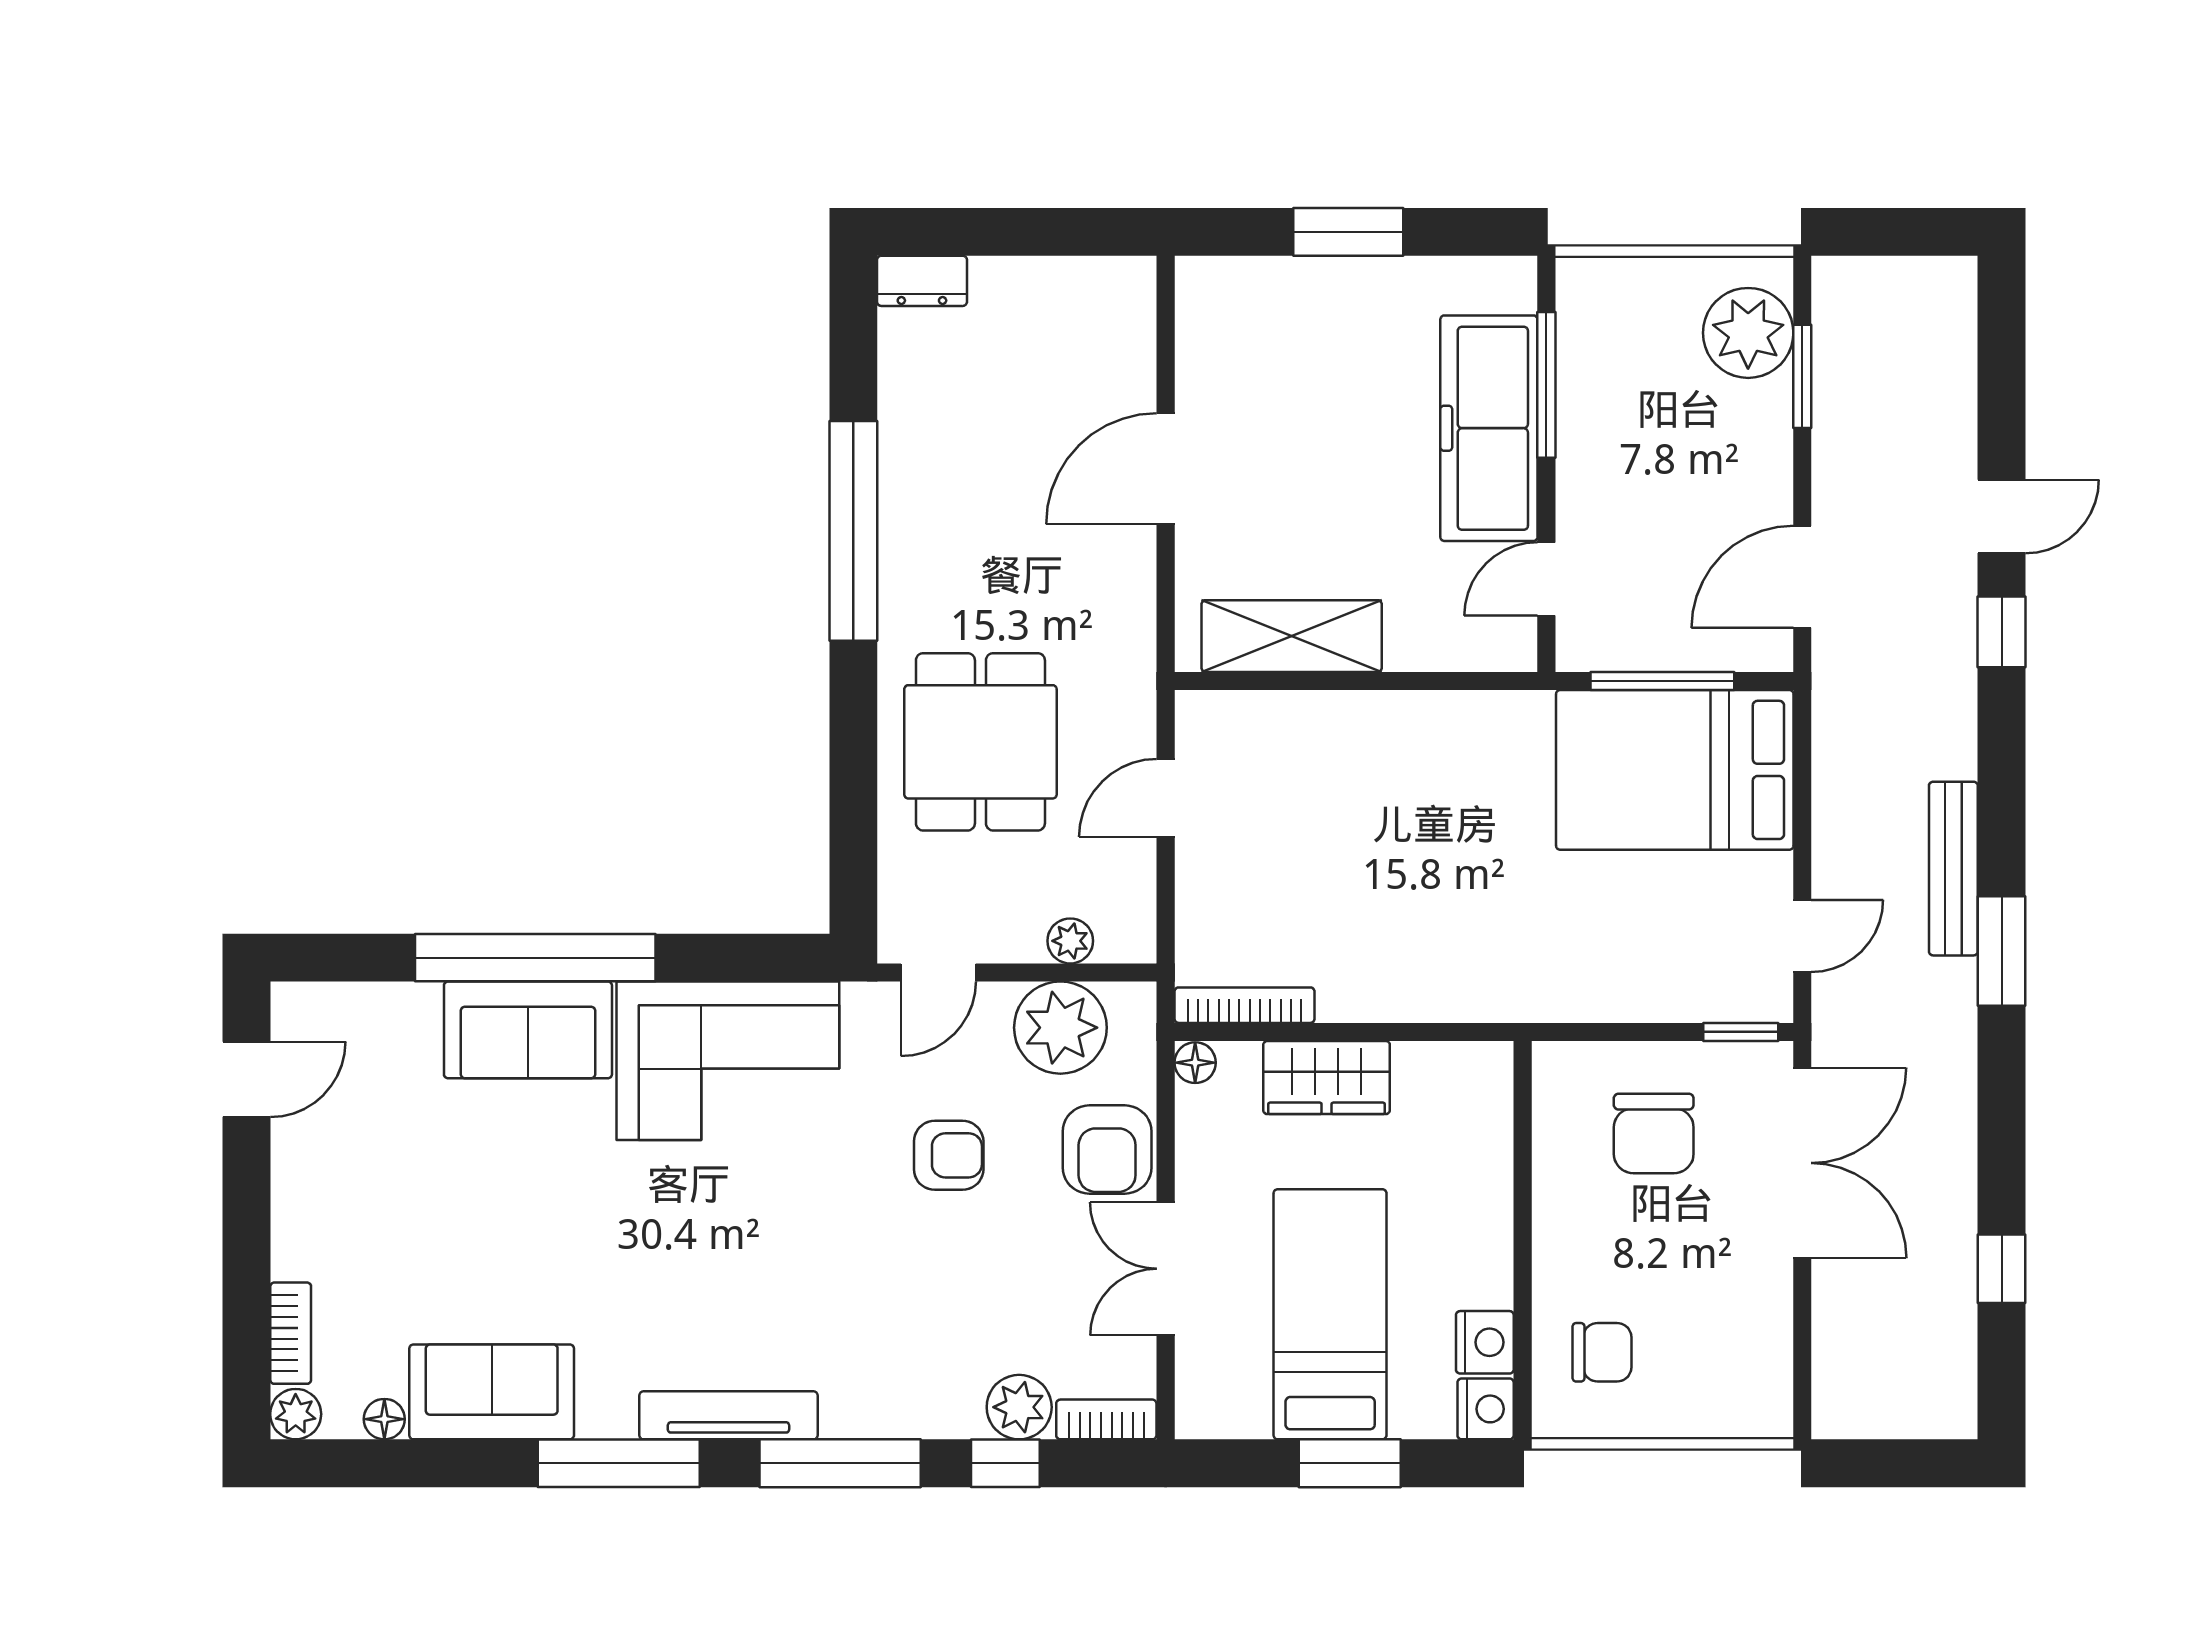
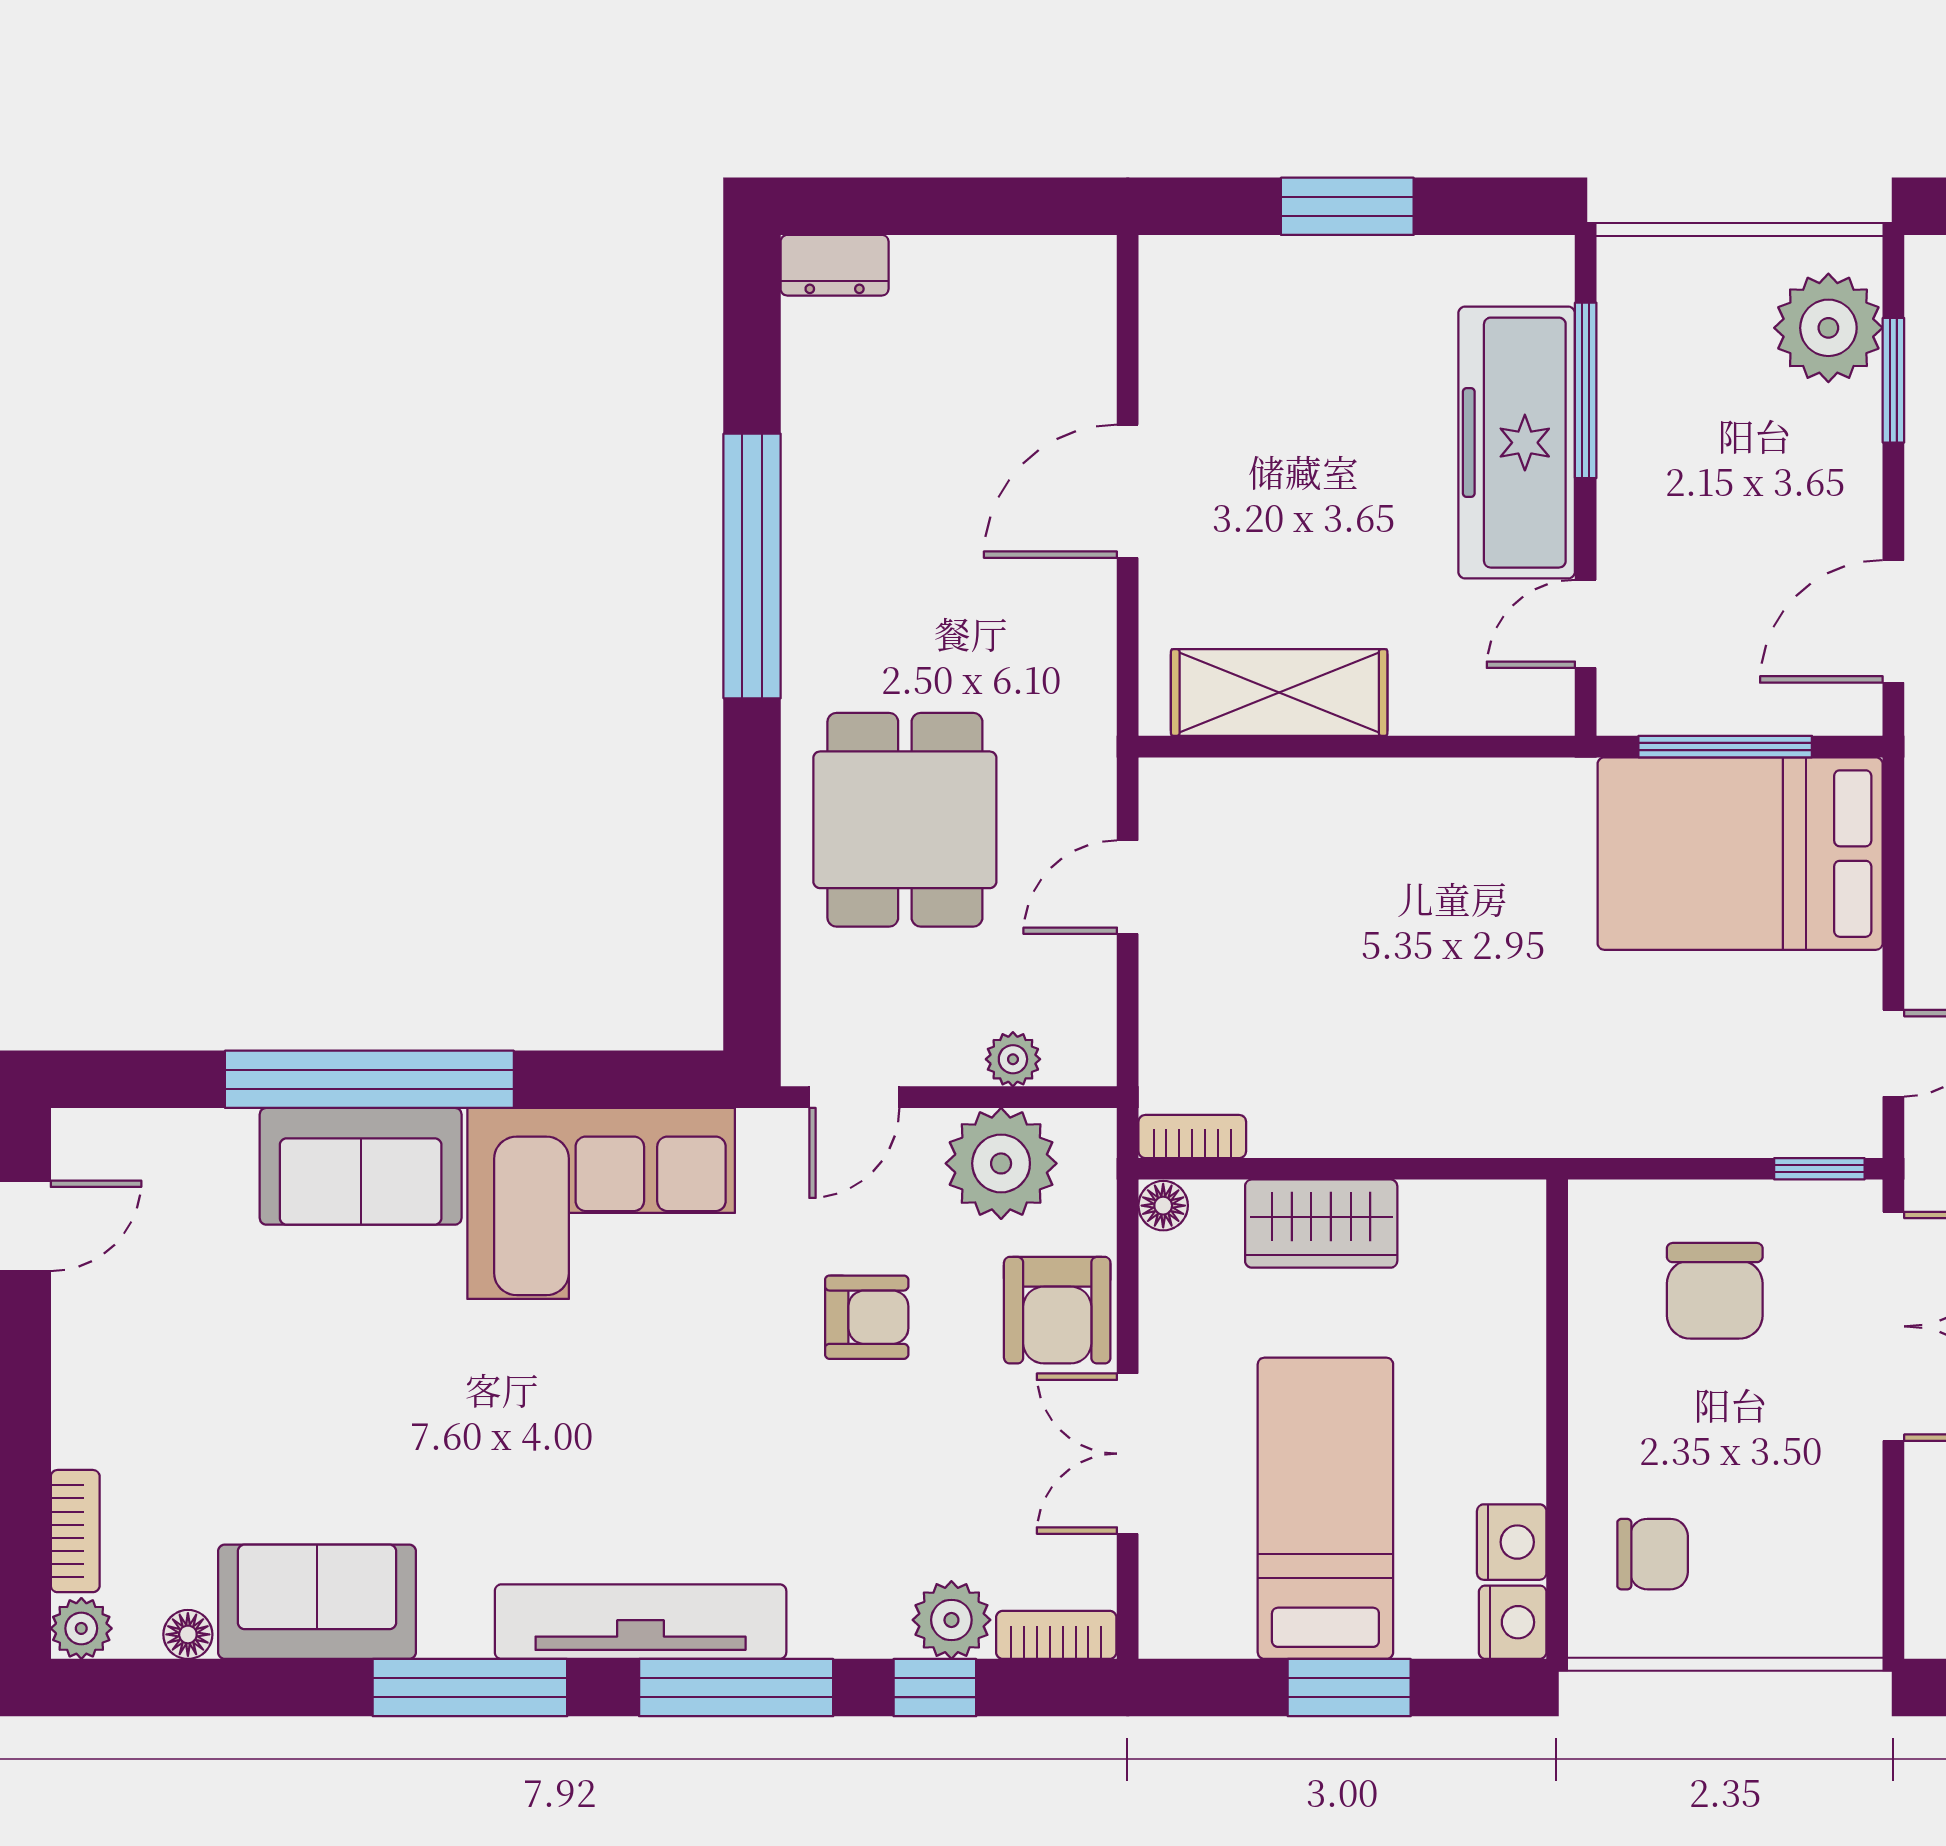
bookcase: (1244, 1005) -> (1192, 1136), width x0.64
tv unit: (728, 1415) -> (641, 1622), width x1.36, depth x1.29

